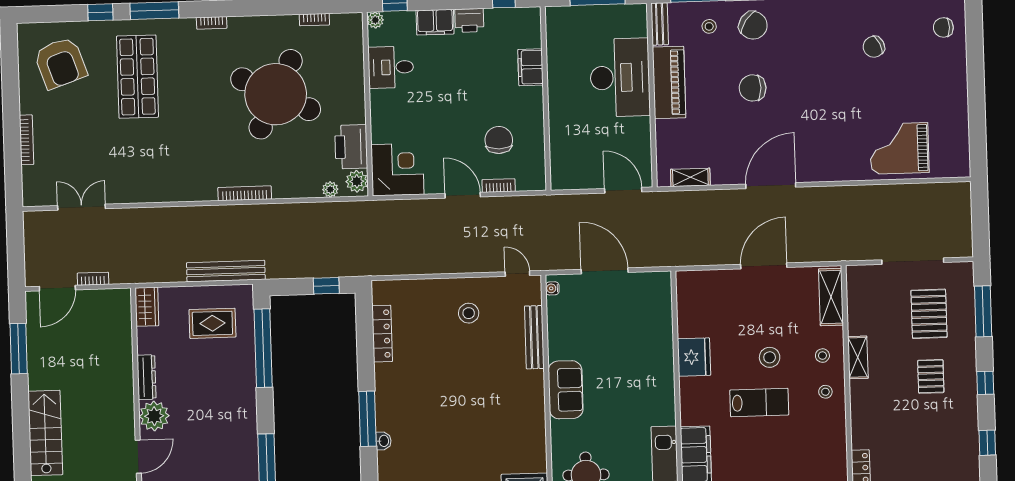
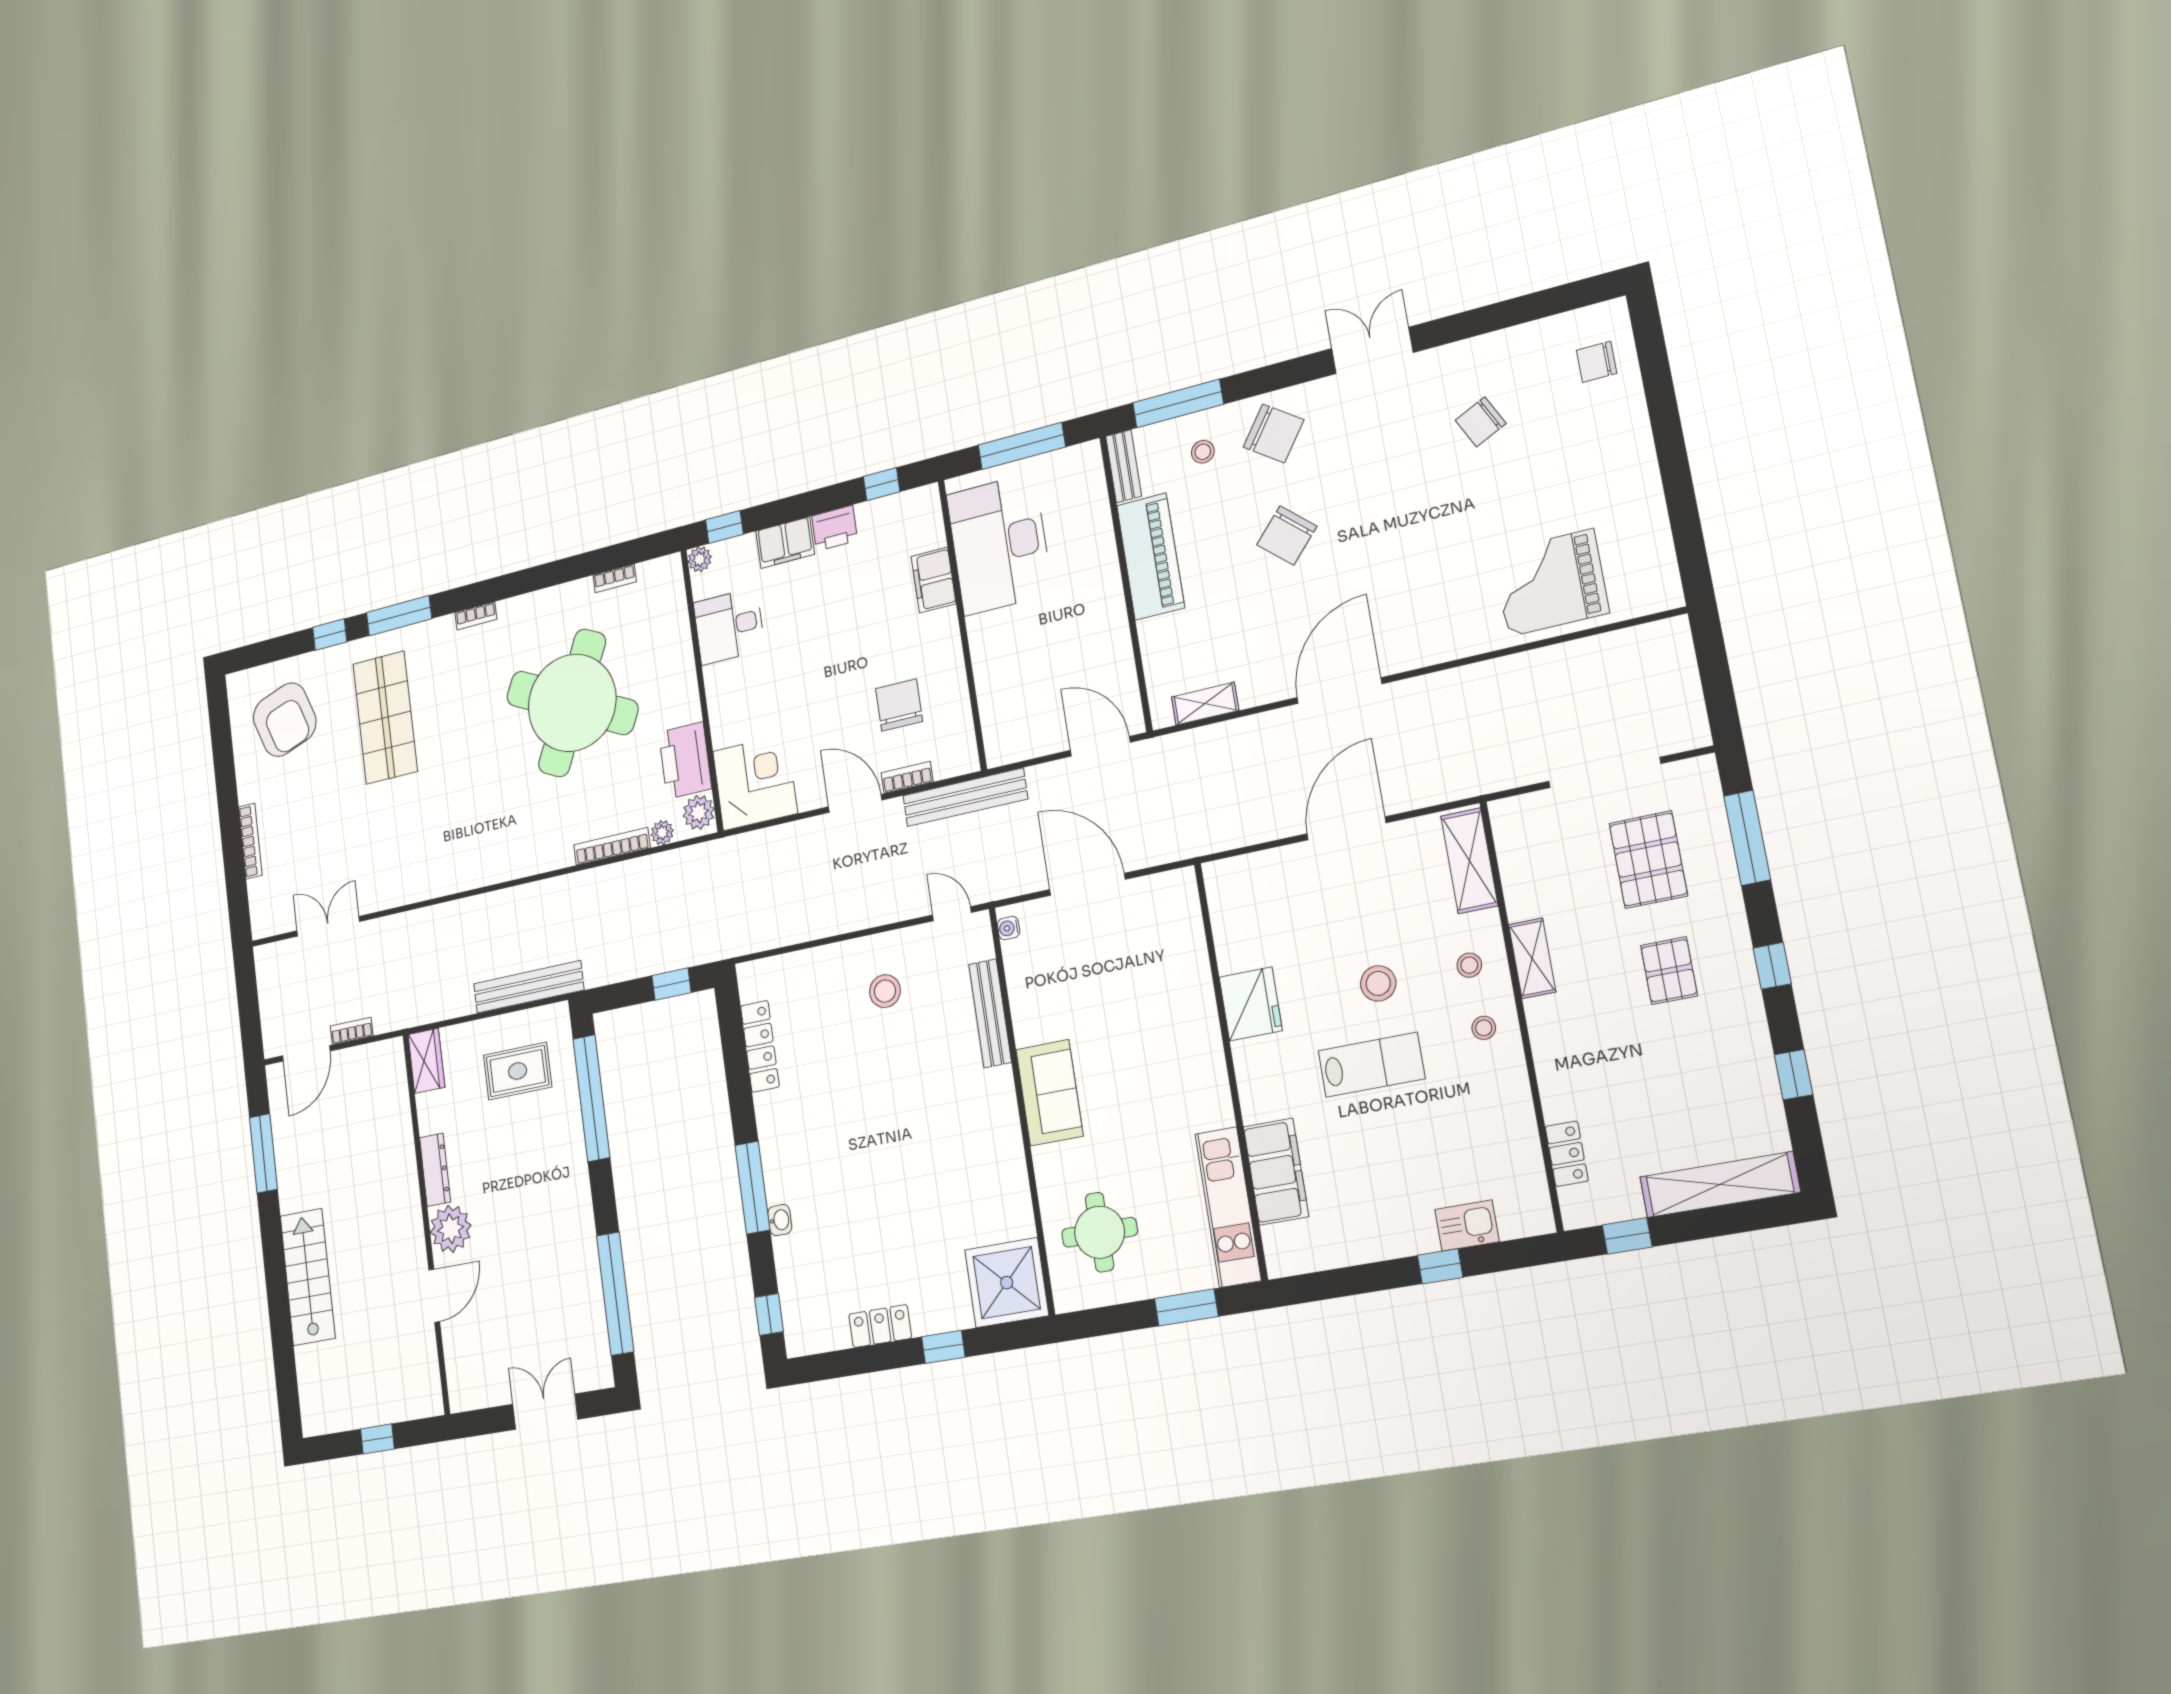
desk: (620, 78) -> (999, 544), moved, turned 180
chair: (753, 88) -> (1287, 535), turned -48
bookcase: (245, 193) -> (612, 846), moved
bench: (534, 205) -> (965, 797), added

